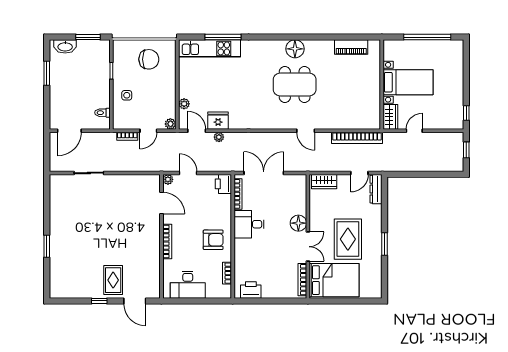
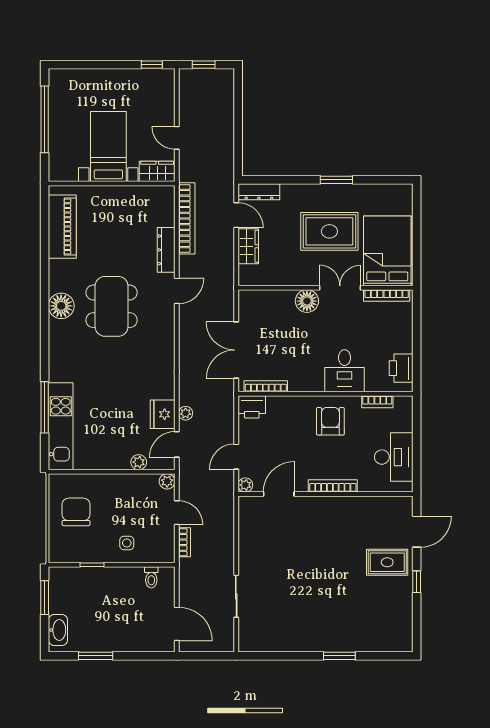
piano: (351, 47) -> (62, 227), width x1.37, depth x1.33
dresser: (335, 123) -> (166, 250), added
wardrobe: (324, 182) -> (248, 246), moved
desk: (249, 224) -> (345, 371), moved

